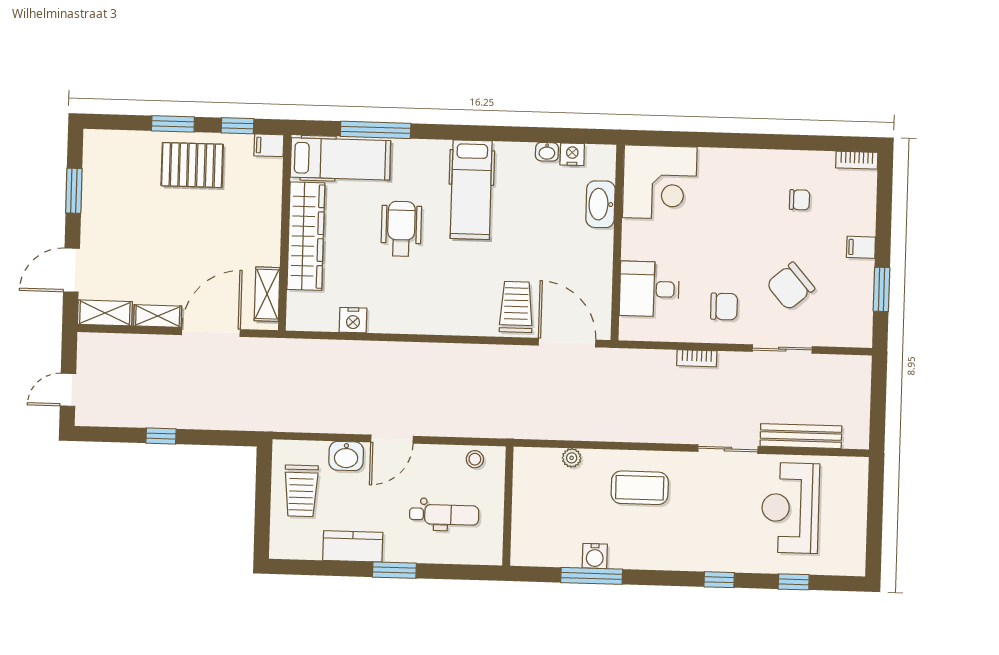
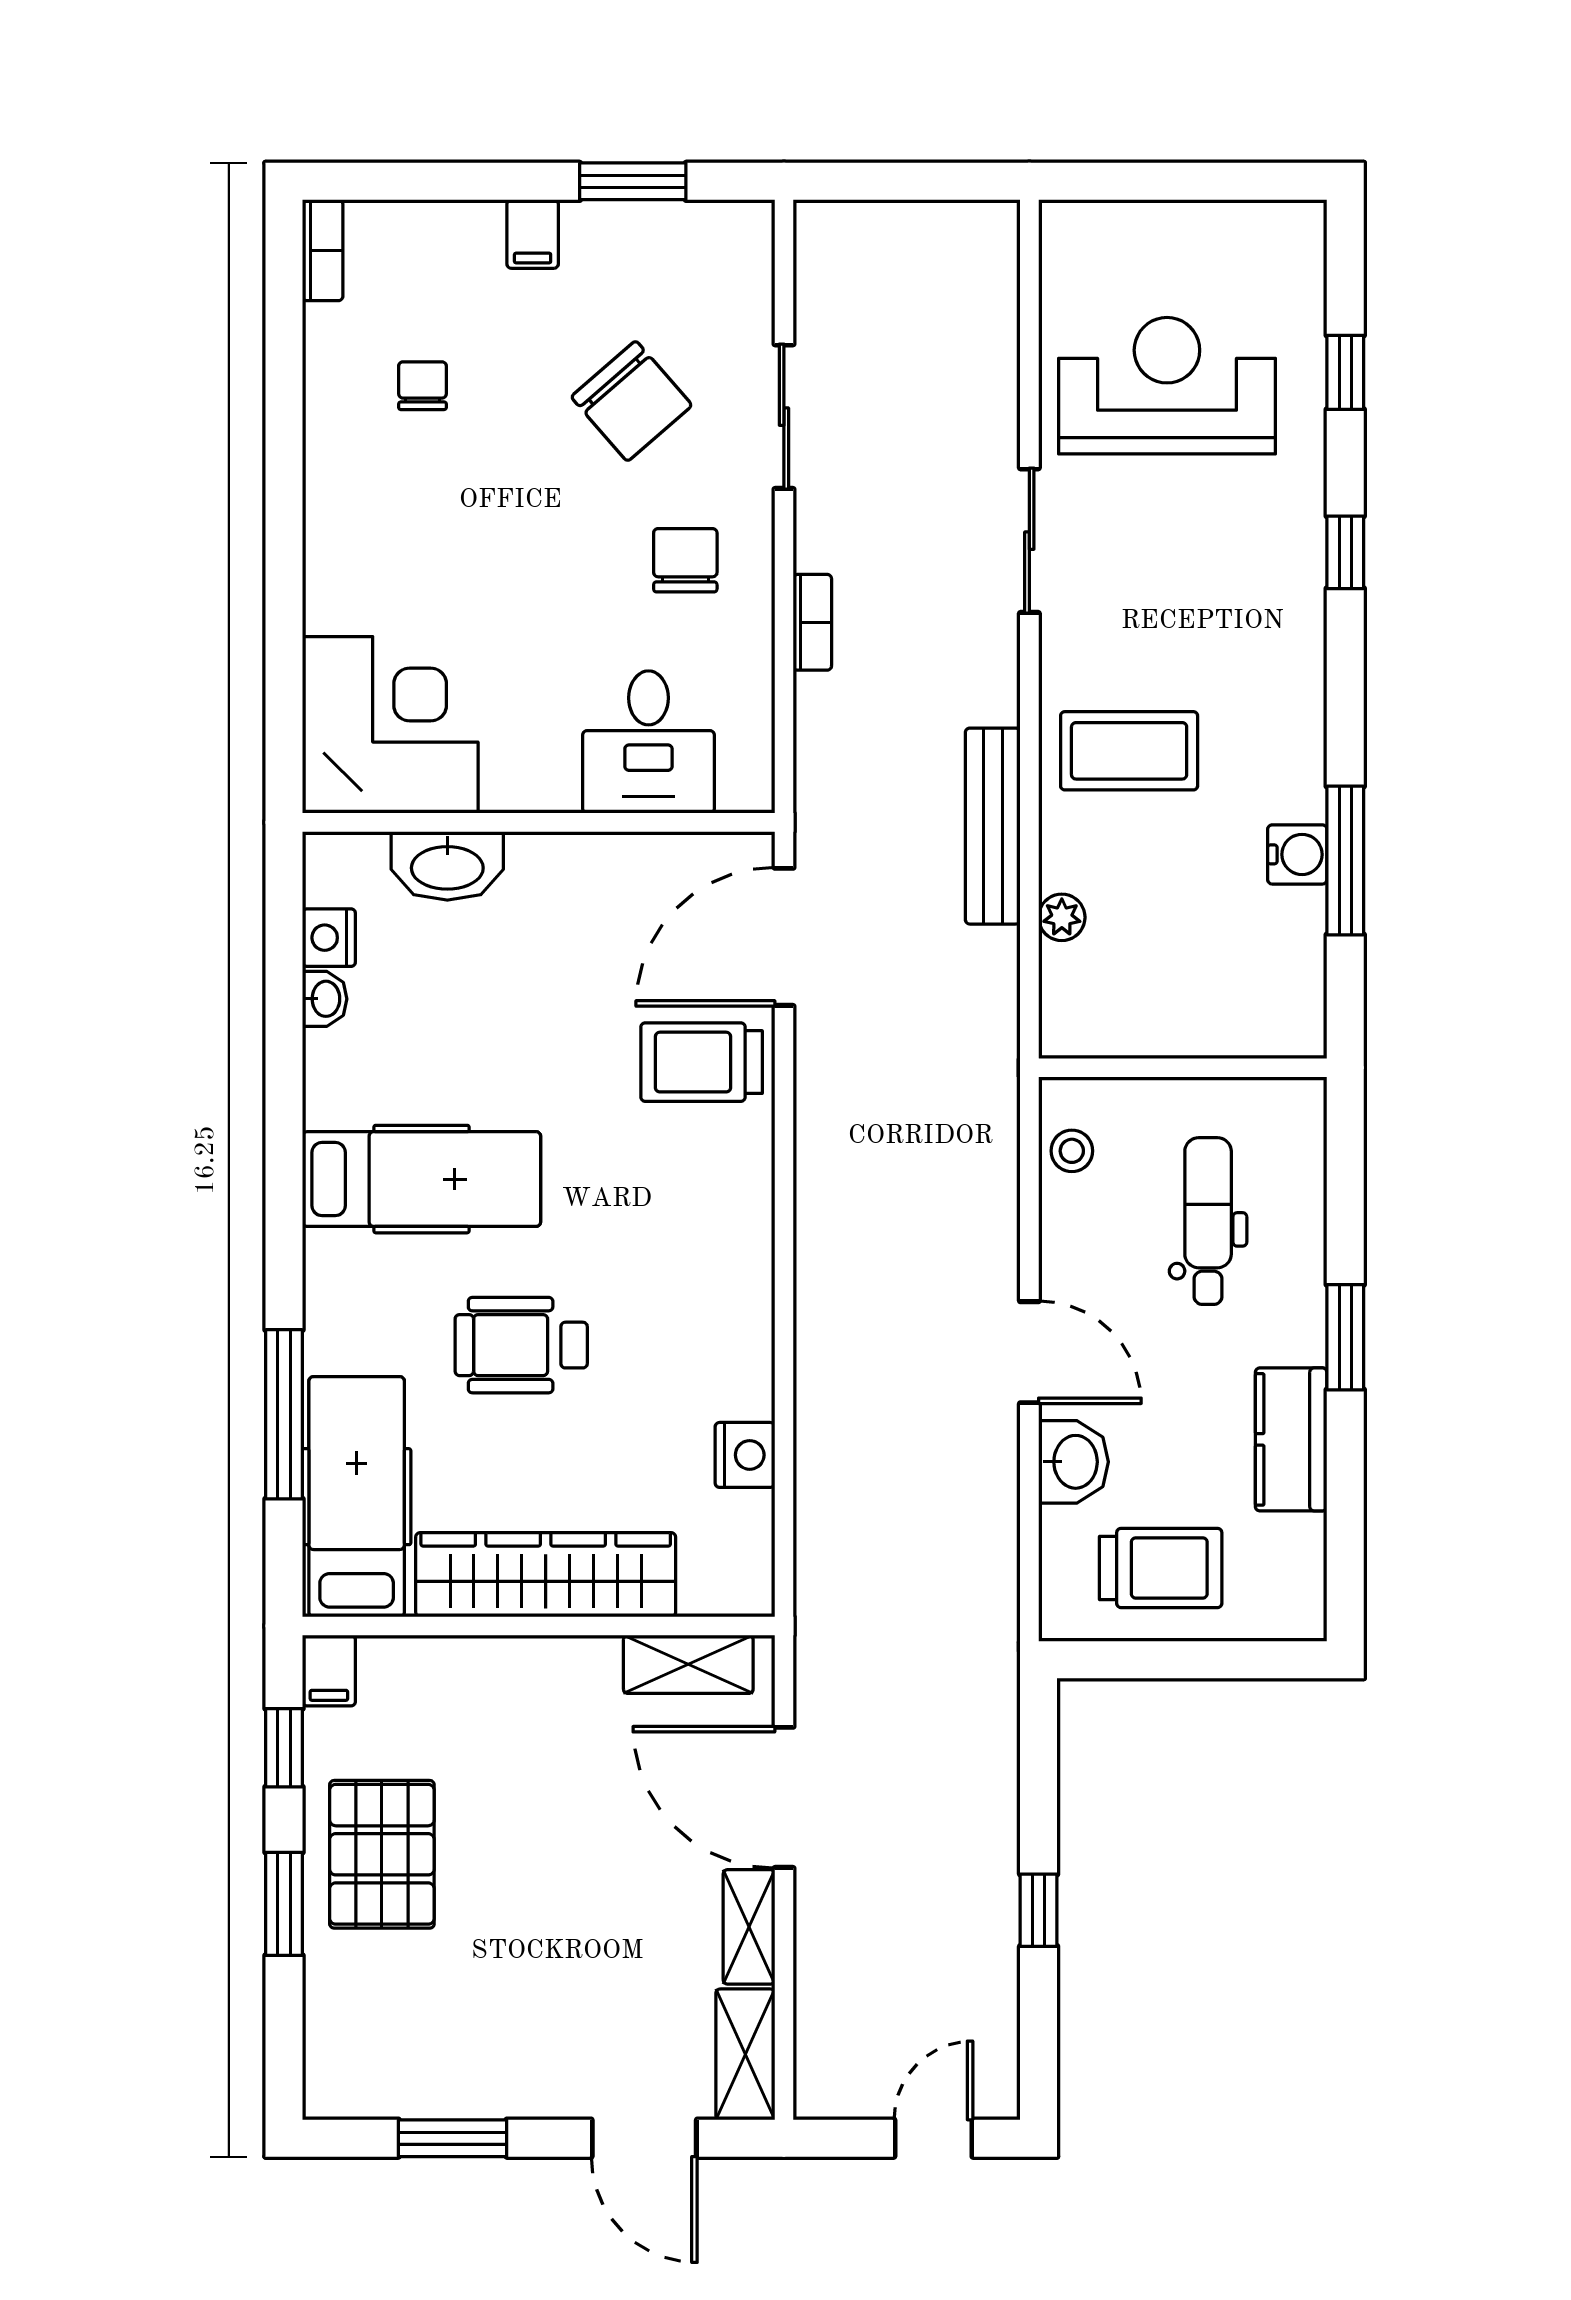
door: (68, 390) -> (933, 2138), swing flipped
bench: (801, 436) -> (993, 826), moved
coffee table: (640, 488) -> (1129, 751), turned 90
reception desk: (790, 508) -> (1167, 386), turned 180

